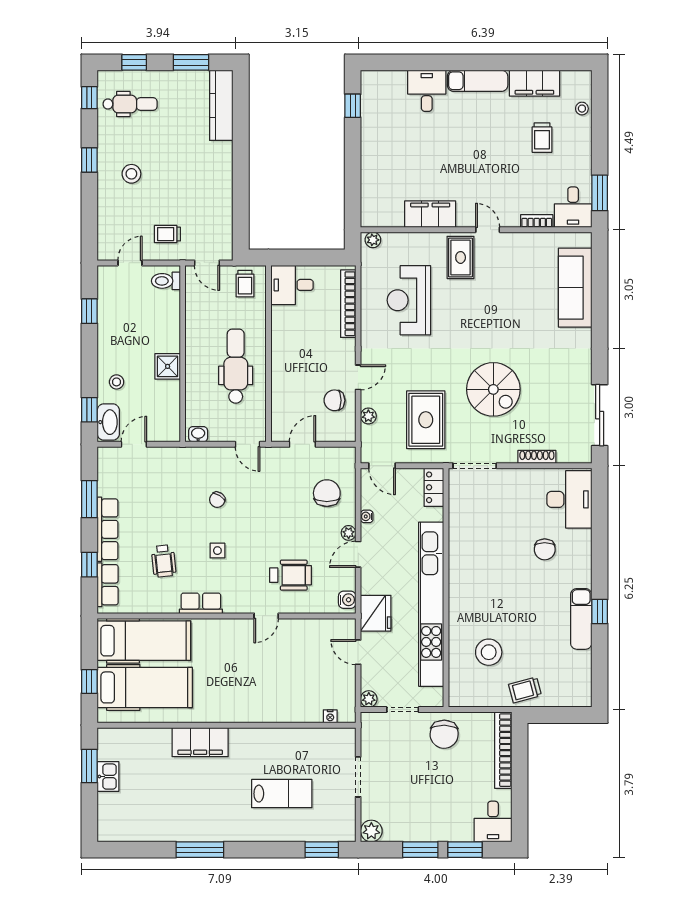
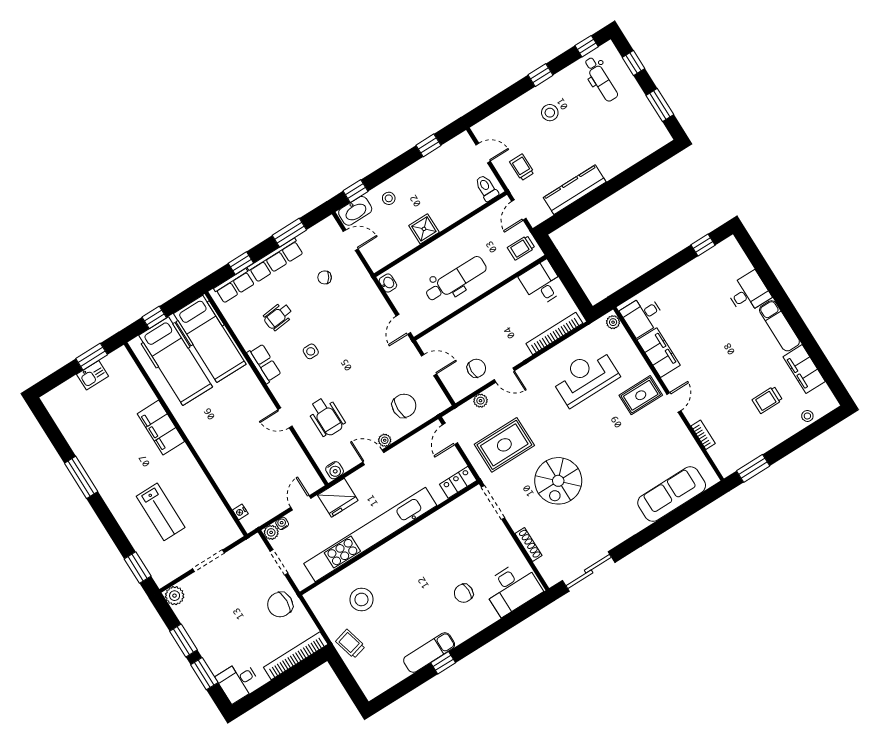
kitchen counter: (221, 105) -> (575, 190), moved
desk: (573, 207) -> (643, 315), moved
chair: (334, 400) -> (476, 368), turned 90
chair: (217, 500) -> (325, 277), moved
water cooler: (367, 516) -> (282, 523), moved

